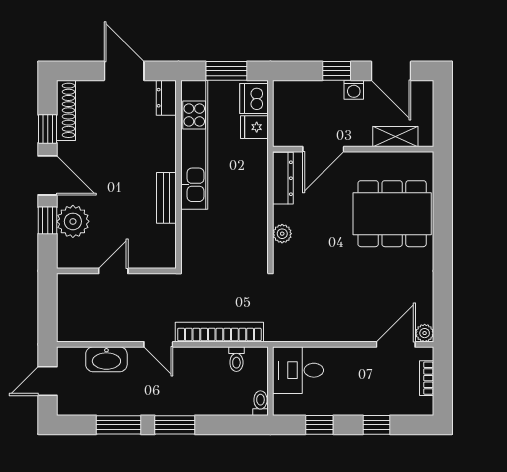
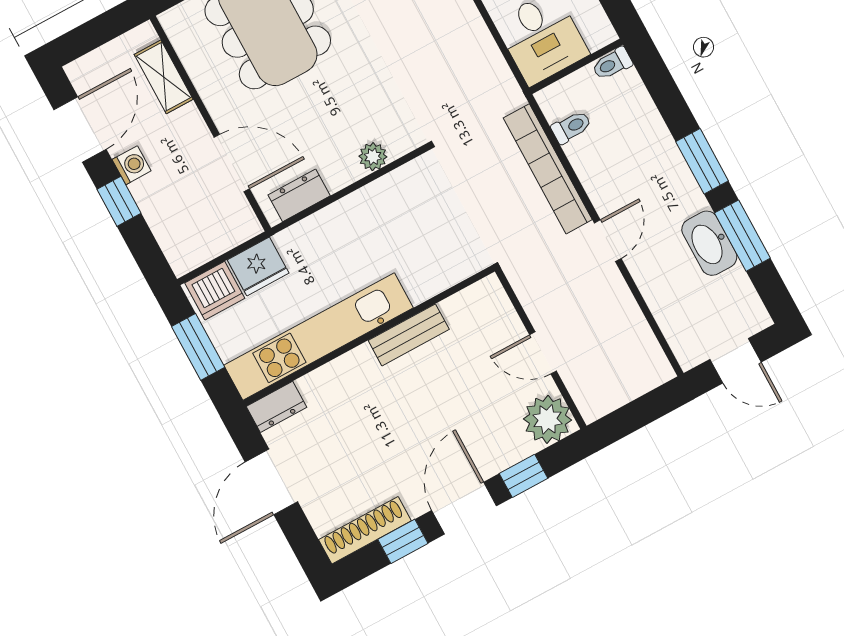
fridge: (254, 127) -> (258, 266), width x1.38
dresser: (283, 178) -> (299, 195), width x0.70
plant: (73, 221) -> (548, 419), moved
washbasin: (106, 359) -> (709, 243), moved, turned 180

